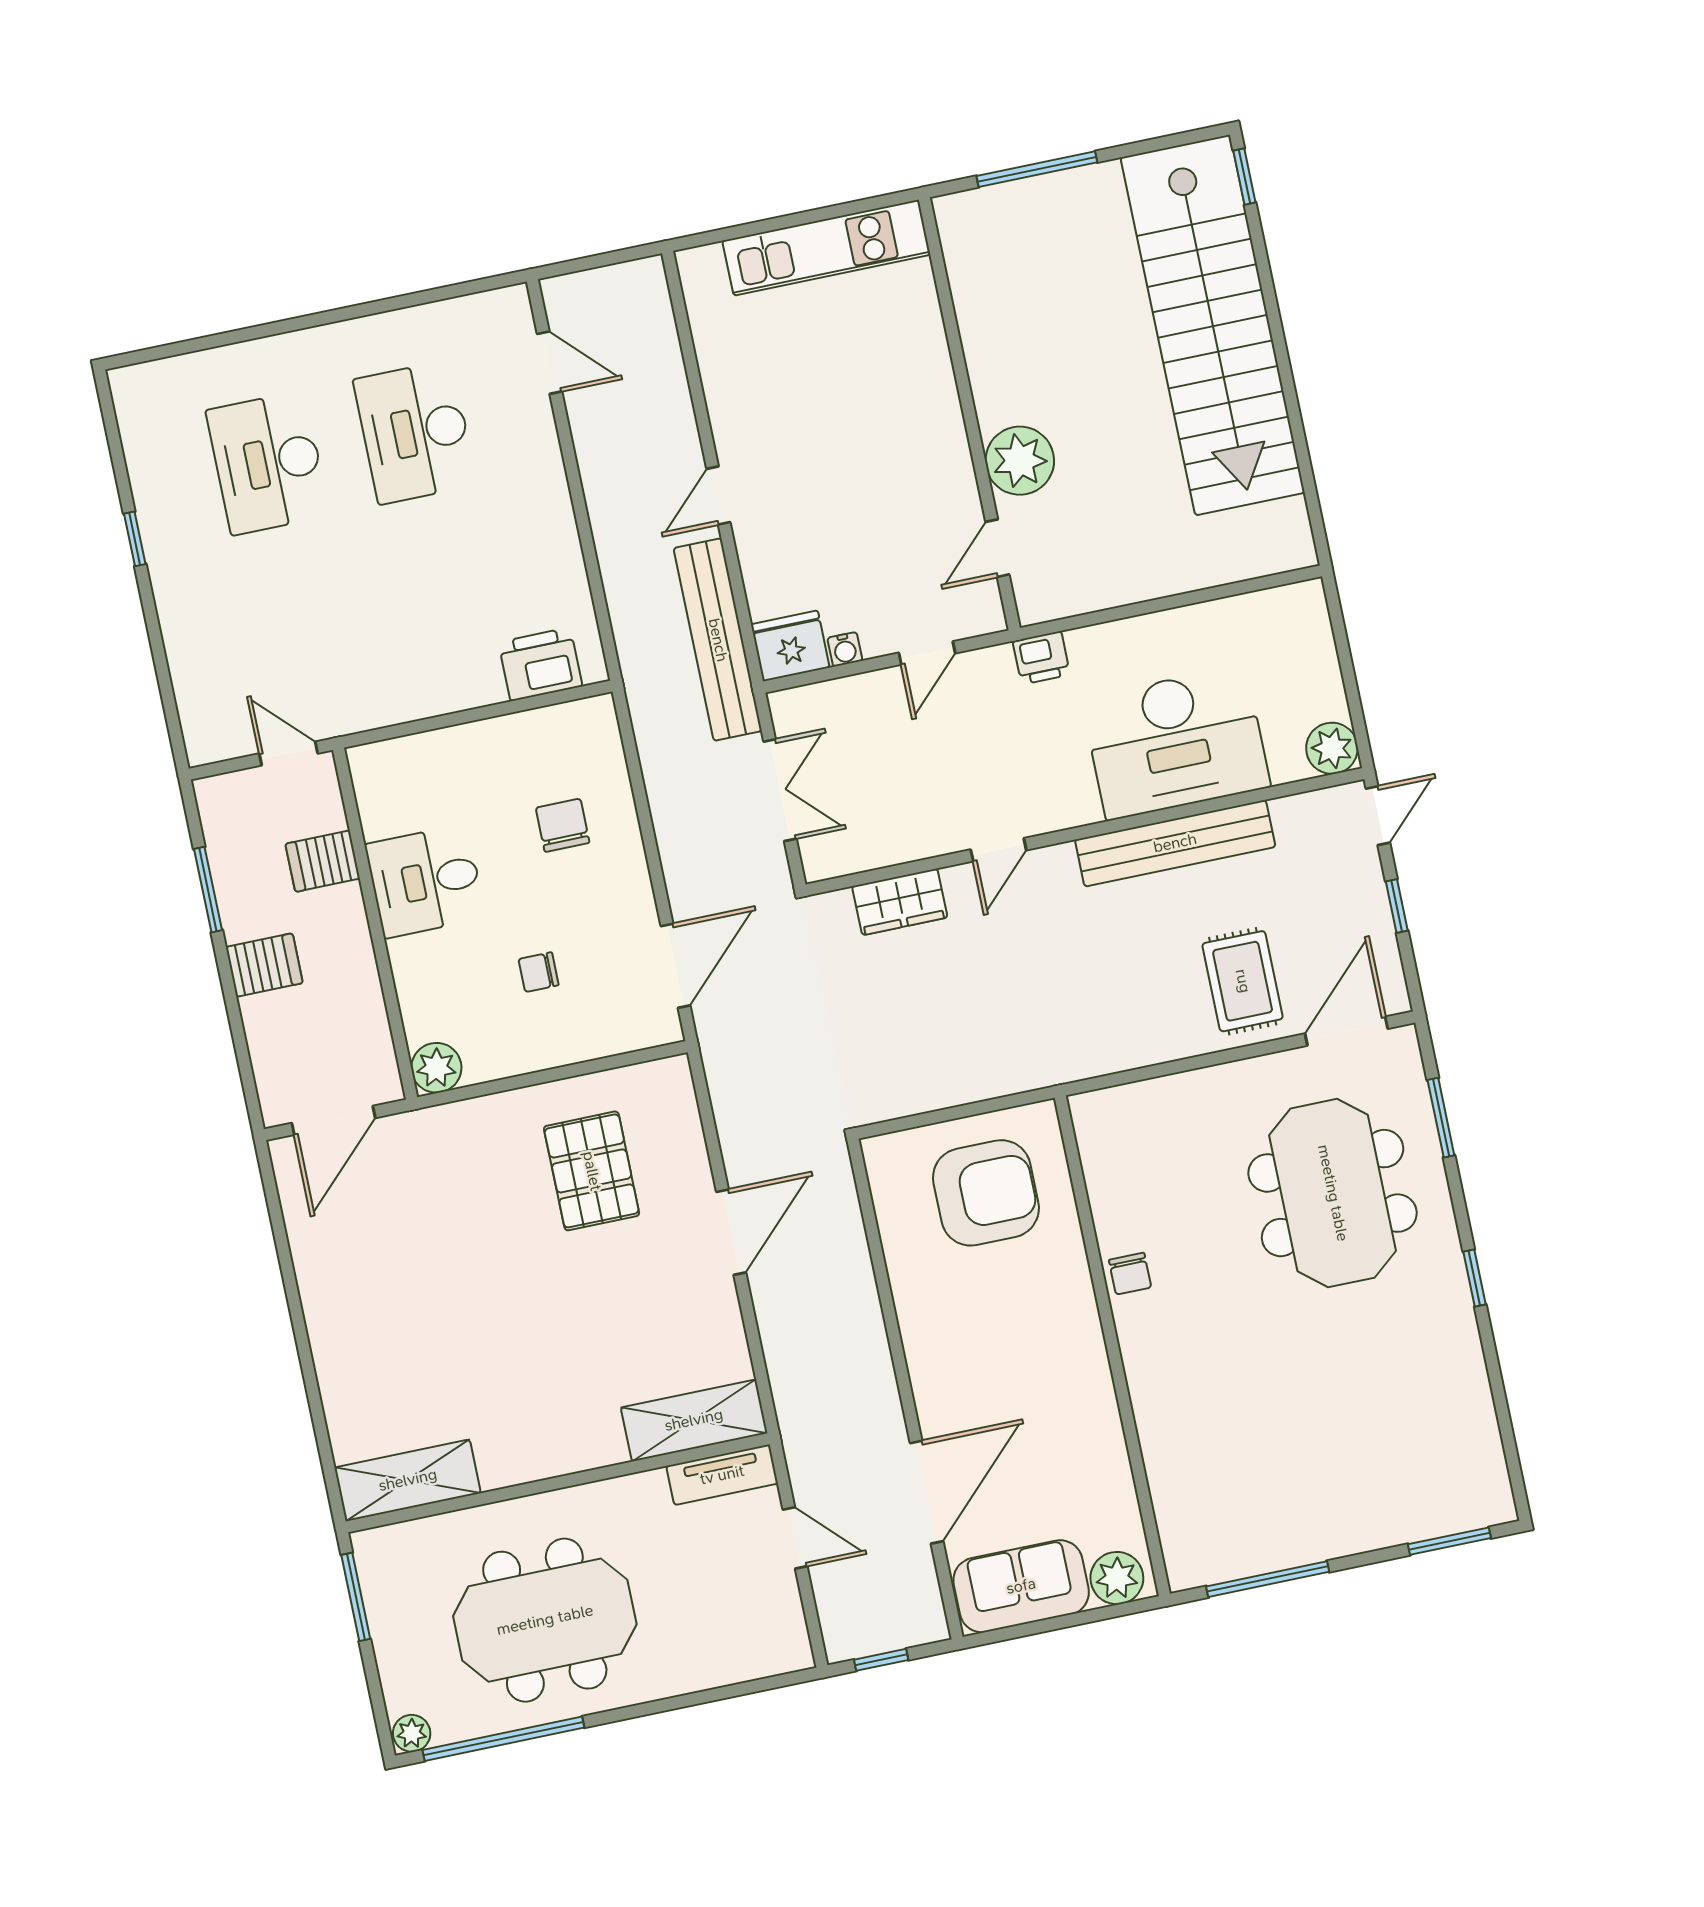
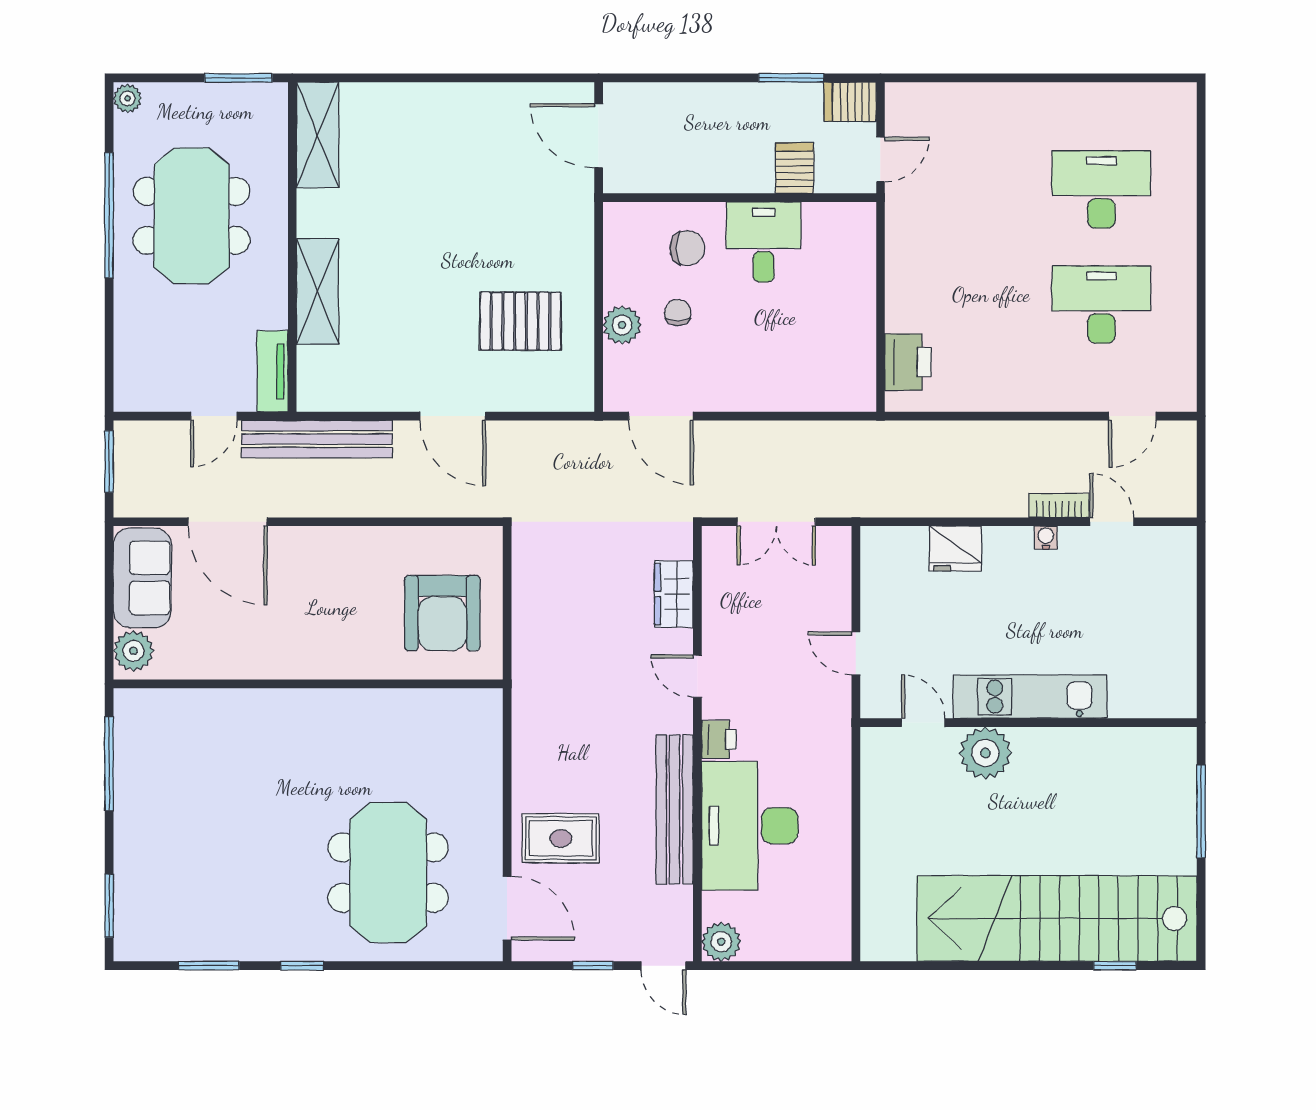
window: (1244, 177) -> (1115, 966), moved
kitchen unit: (826, 248) -> (1030, 697), moved, turned 90
bookcase: (684, 433) -> (1059, 506), added
door: (718, 496) -> (1112, 522), moved
window: (135, 539) -> (1065, 78), removed
bench: (718, 640) -> (317, 439), moved
fridge: (790, 646) -> (956, 548), moved, turned 90
water cooler: (845, 649) -> (1046, 537), moved, turned 90
printer: (1041, 658) -> (719, 740), moved, turned 180
chair: (563, 825) -> (687, 248), moved
server rack: (264, 965) -> (850, 102), moved, turned 90
plant: (436, 1068) -> (622, 325), moved
window: (1441, 1118) -> (209, 966), moved
meeting table: (1333, 1193) -> (388, 873), turned 90
chair: (1130, 1274) -> (359, 708), removed
shelving: (694, 1420) -> (318, 292), moved
window: (881, 1660) -> (109, 461), width x1.50
window: (503, 1739) -> (109, 215), moved

